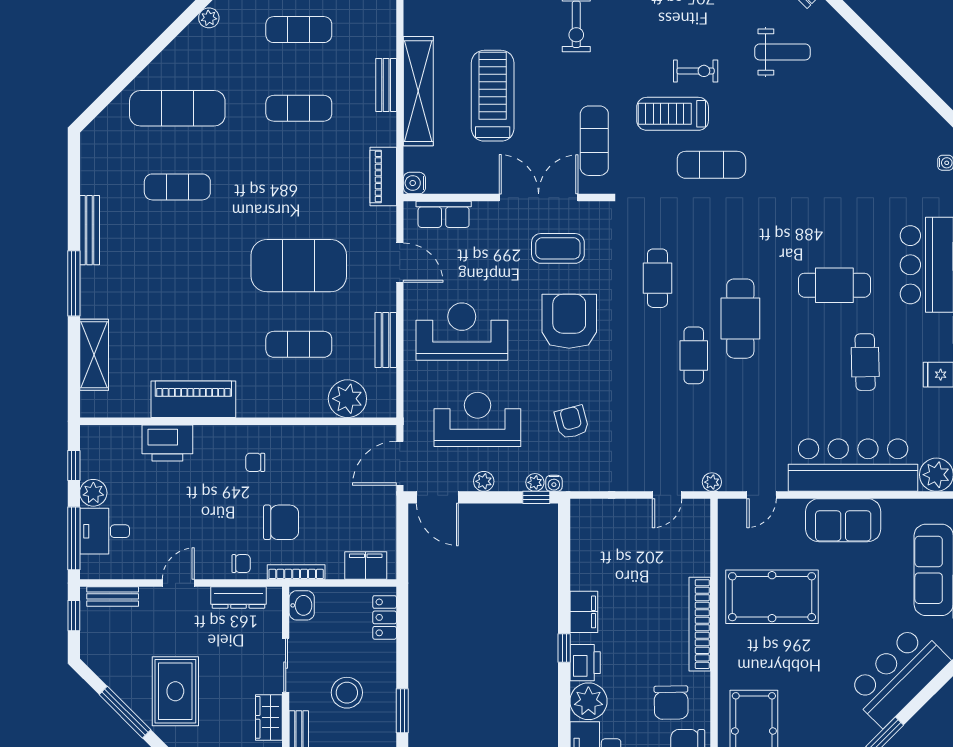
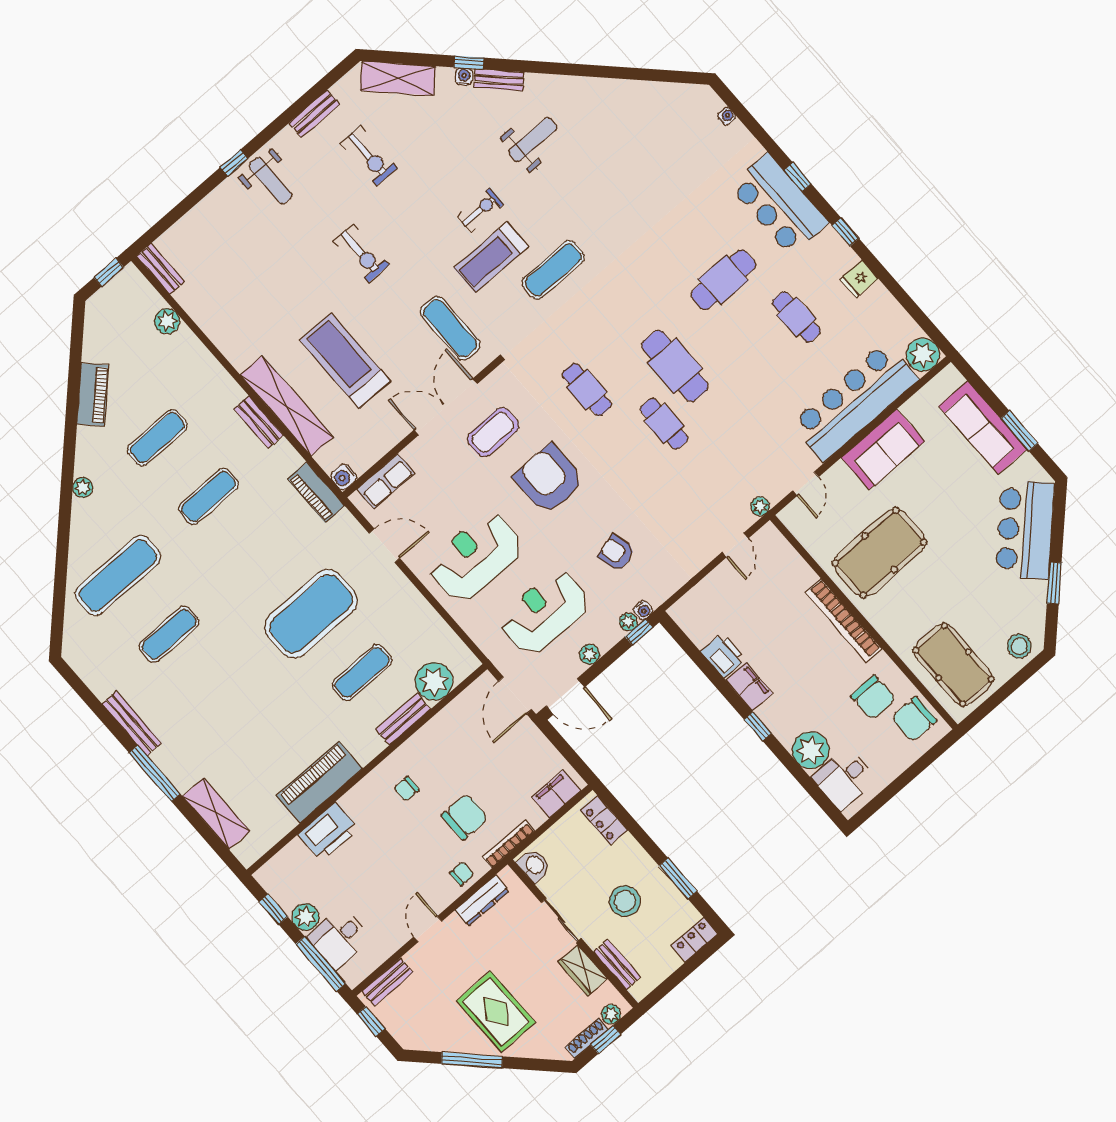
bench: (386, 340) -> (403, 719), moved, turned 90
printer: (585, 663) -> (723, 655), moved

